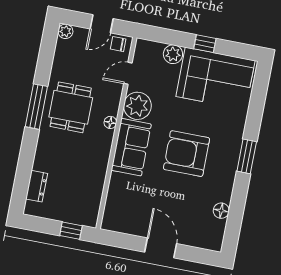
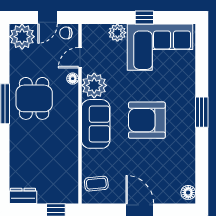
plant: (65, 31) -> (22, 37), width x1.88, depth x1.88
floor lamp: (110, 122) -> (73, 79), moved
dresser: (37, 186) -> (23, 196), moved, turned -90
coffee table: (120, 211) -> (96, 184), added
floor lamp: (221, 211) -> (188, 193), moved

